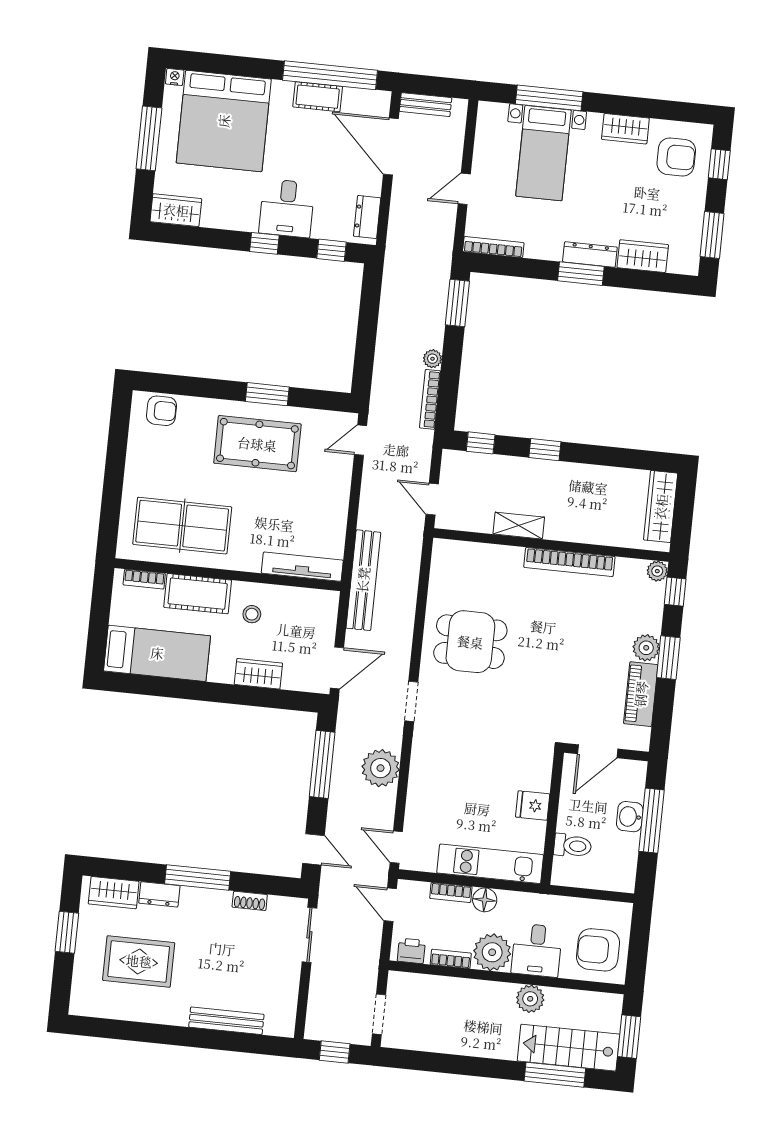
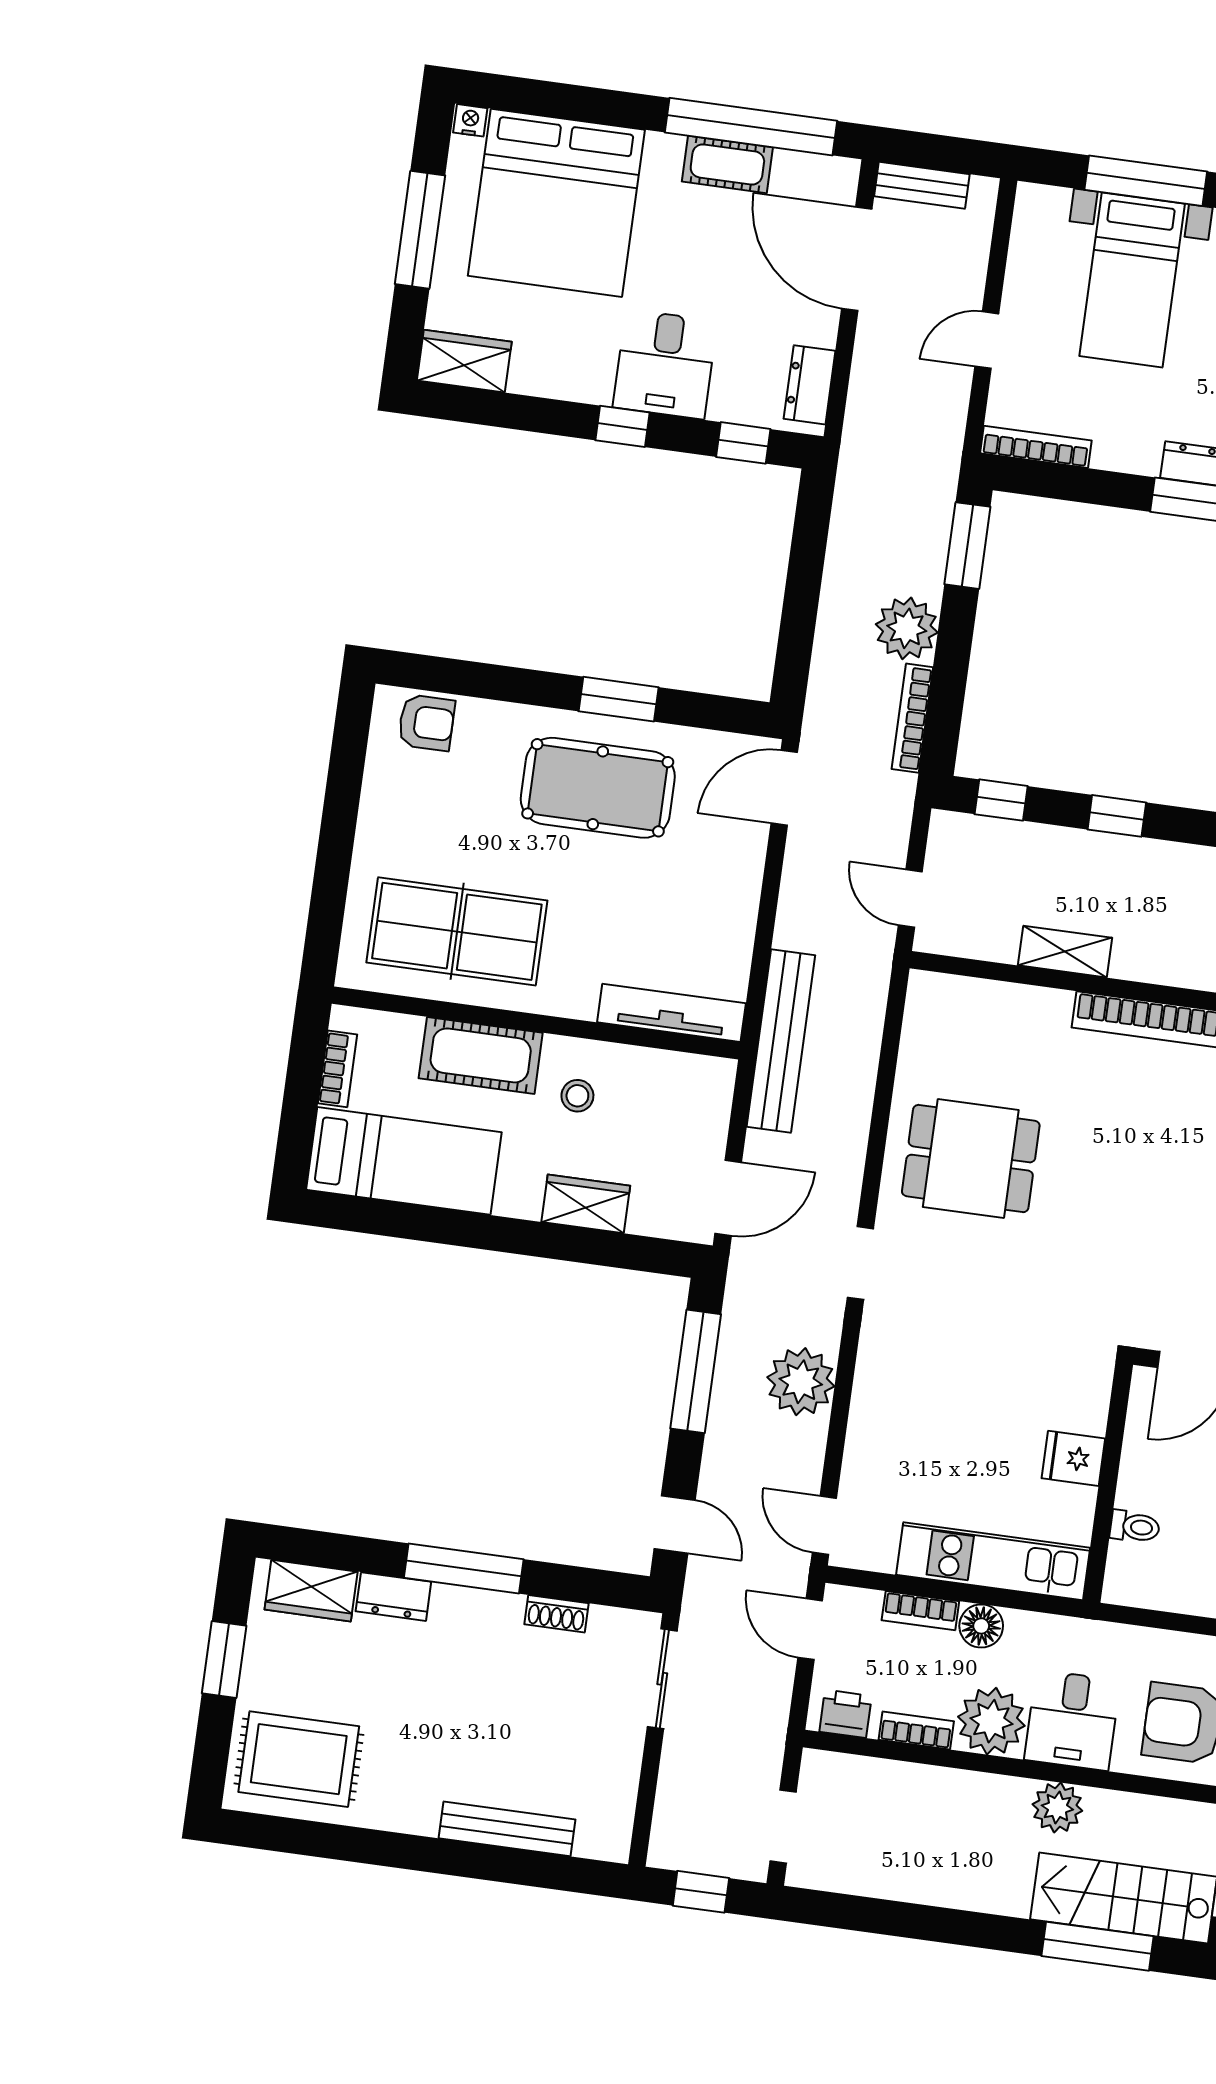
plant: (432, 359) -> (907, 628), width x1.88, depth x1.88
door: (361, 440) -> (784, 788), width x1.38
bookcase: (144, 579) -> (337, 1069), moved, turned -90
toilet: (573, 846) -> (1135, 1527), width x0.73, depth x0.72
rug: (139, 961) -> (299, 1759), moved

